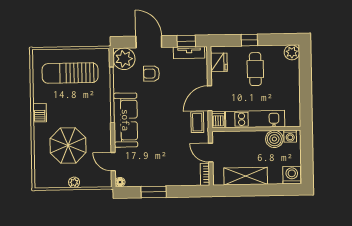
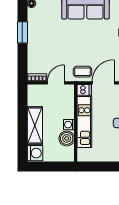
door: (210, 98) -> (103, 83), hinge flipped
washing machine: (290, 136) -> (69, 125), moved
shelving: (246, 176) -> (35, 126), moved

